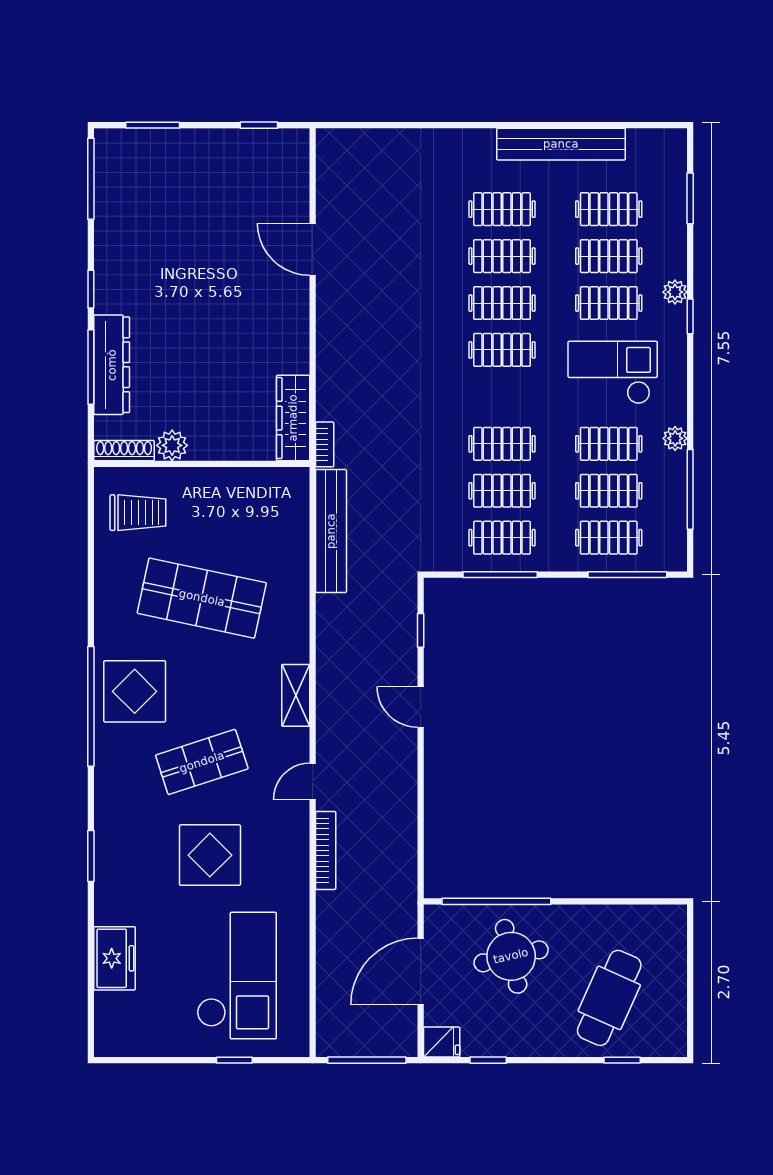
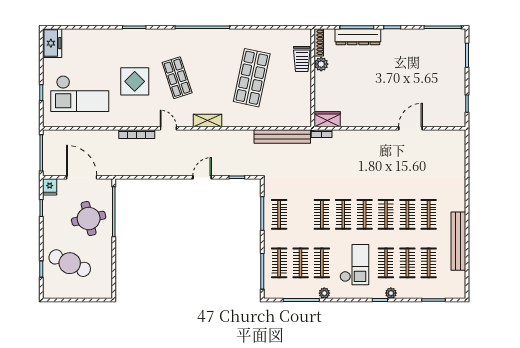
wardrobe: (293, 418) -> (327, 119), width x0.67
clothes rail: (502, 491) -> (343, 214), moved
trolley: (138, 513) -> (302, 59), moved
display table: (135, 691) -> (209, 47), removed
freezer: (115, 958) -> (52, 43), moved, turned -90

